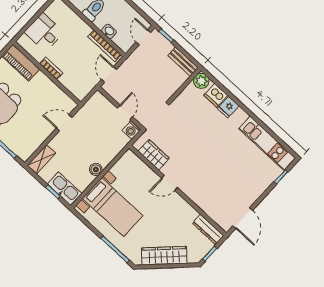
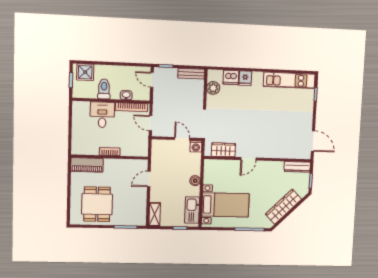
desk: (44, 32) -> (102, 115), moved, turned 90
plant: (201, 81) -> (213, 88), moved
boiler: (96, 169) -> (195, 181), moved
kitchen sink: (65, 189) -> (192, 210), moved, turned -90

